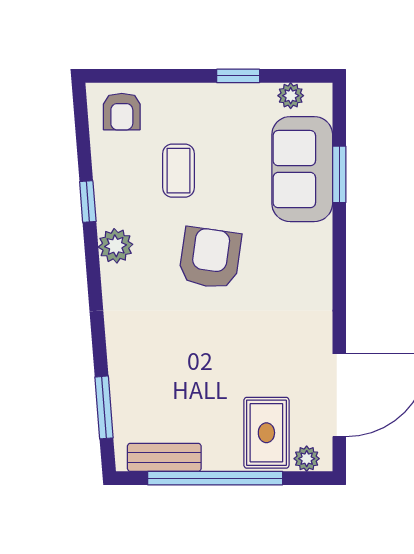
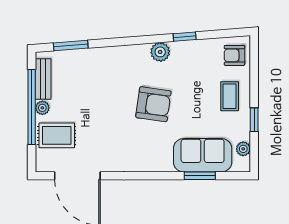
coffee table: (179, 171) -> (230, 96), moved, turned 90
plant: (307, 459) -> (42, 108), moved

